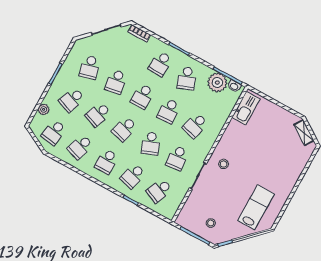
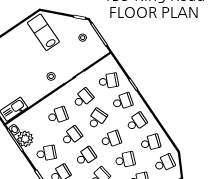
school desk: (187, 78) -> (46, 153), turned 45
lab bench: (256, 207) -> (43, 32), turned 90

